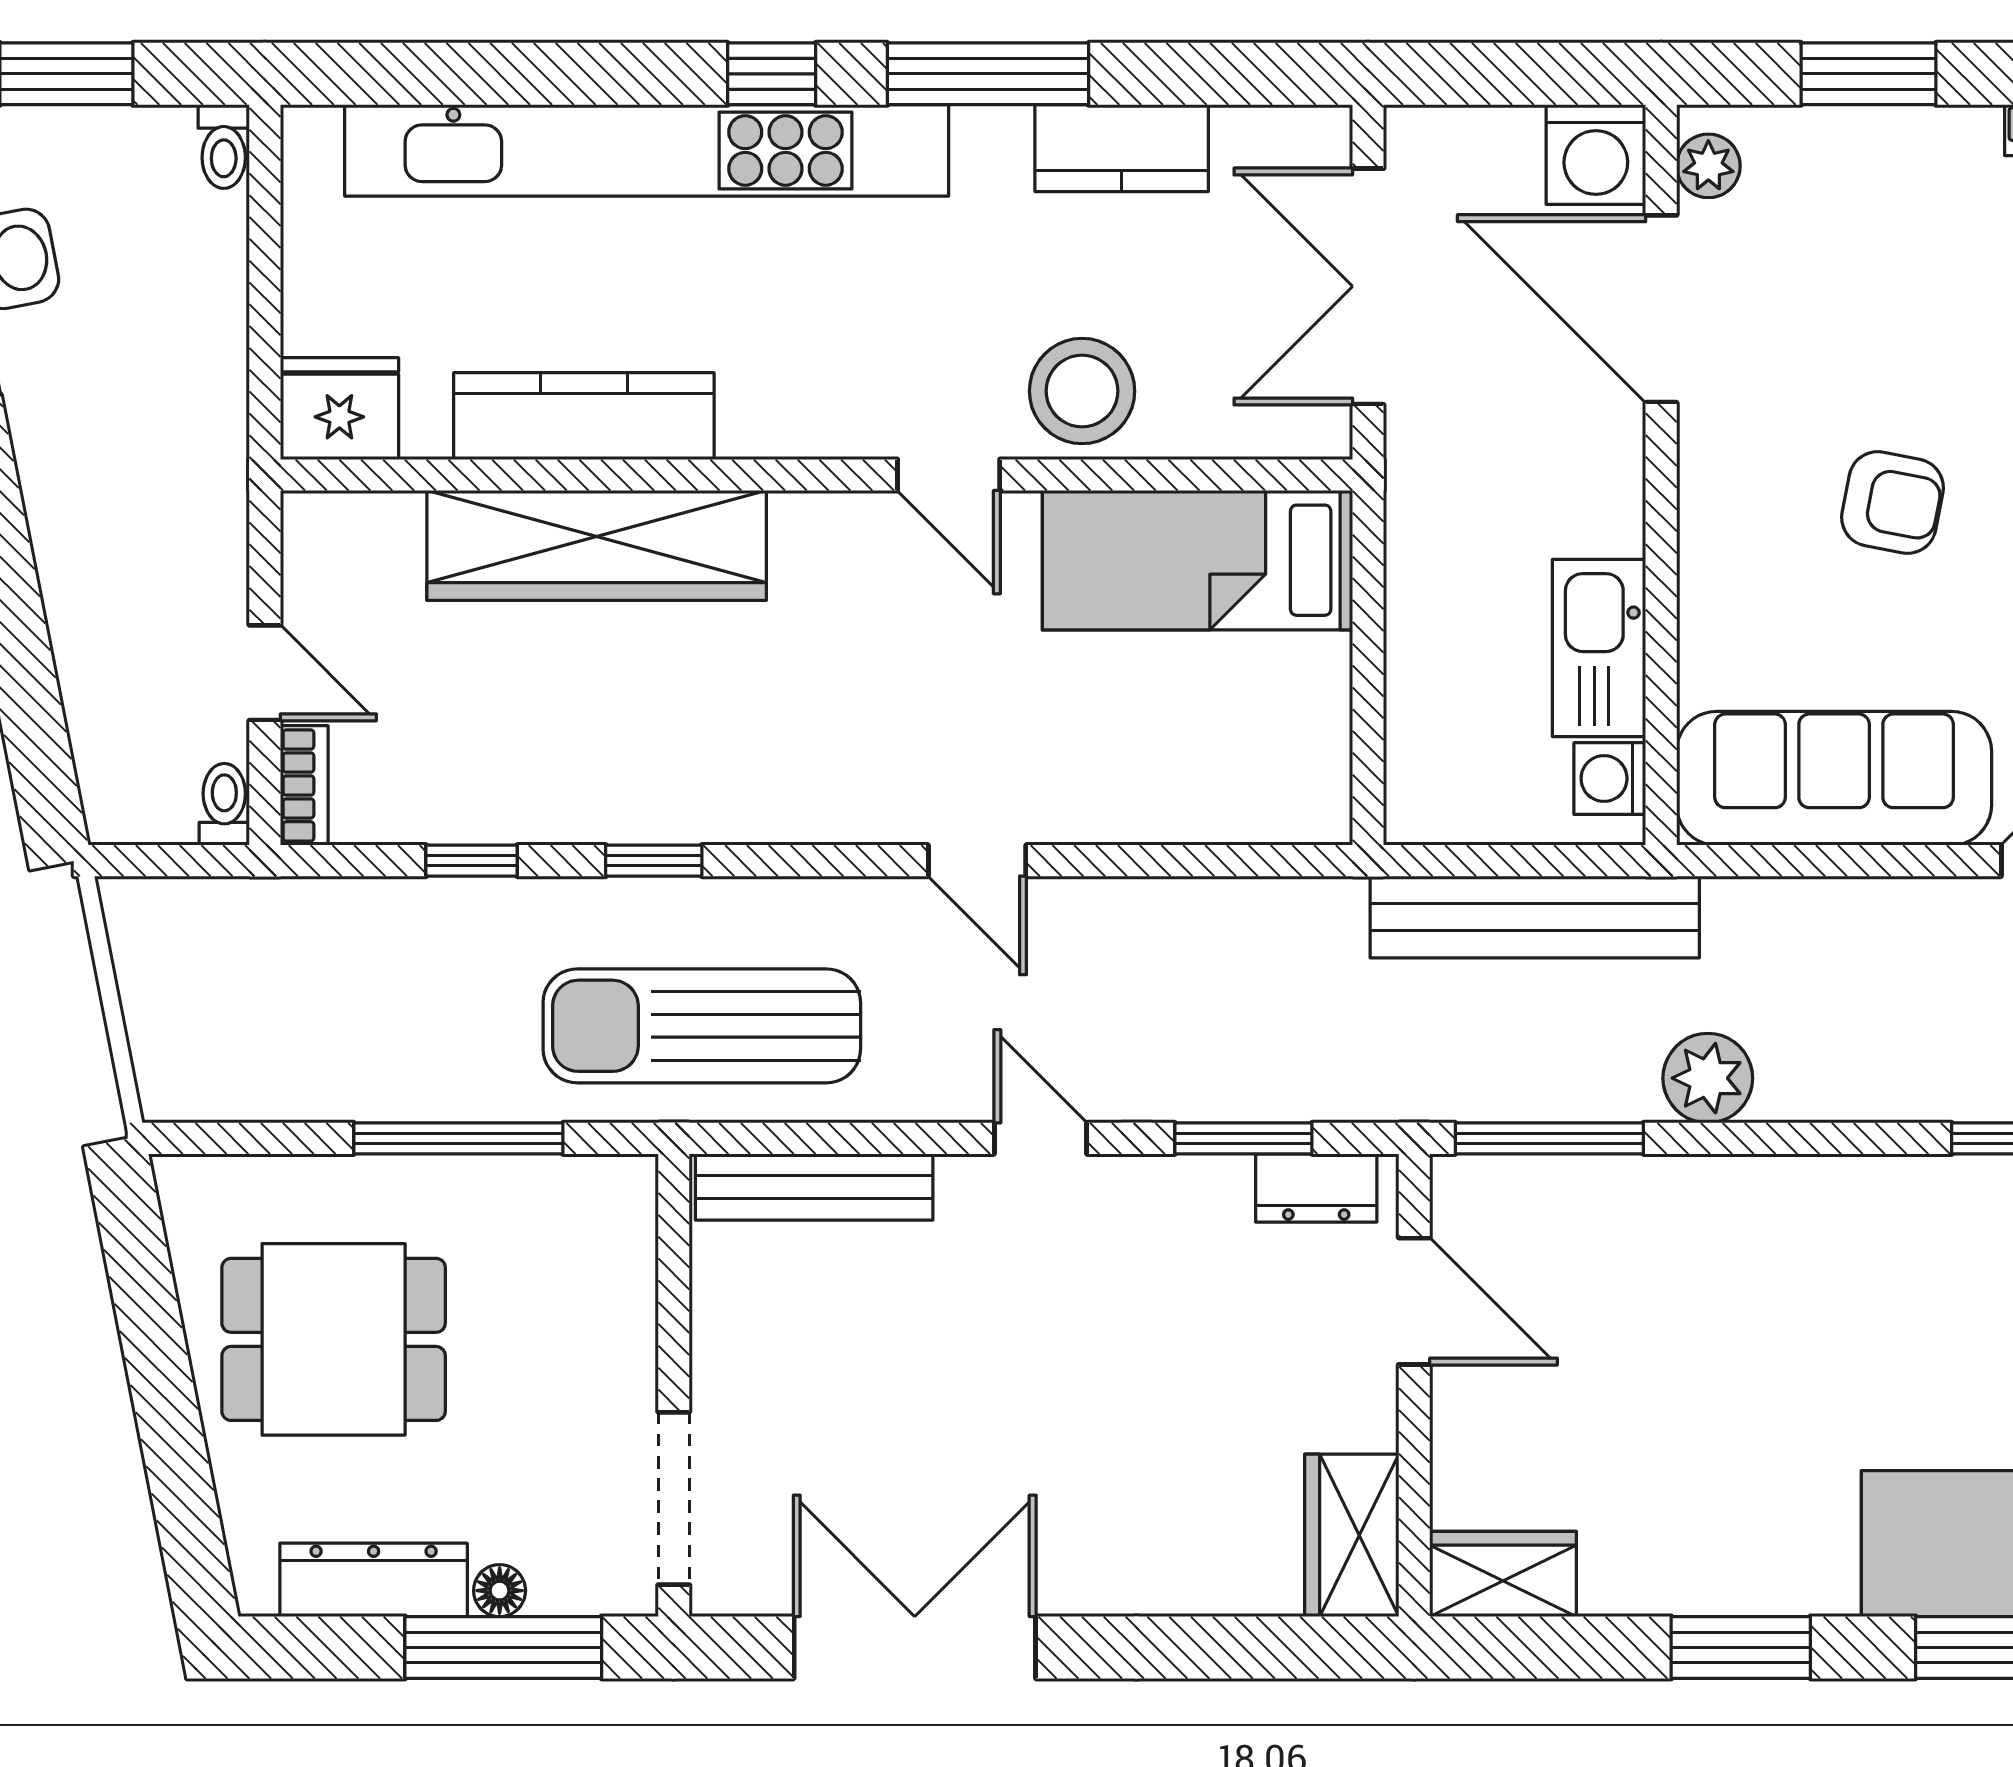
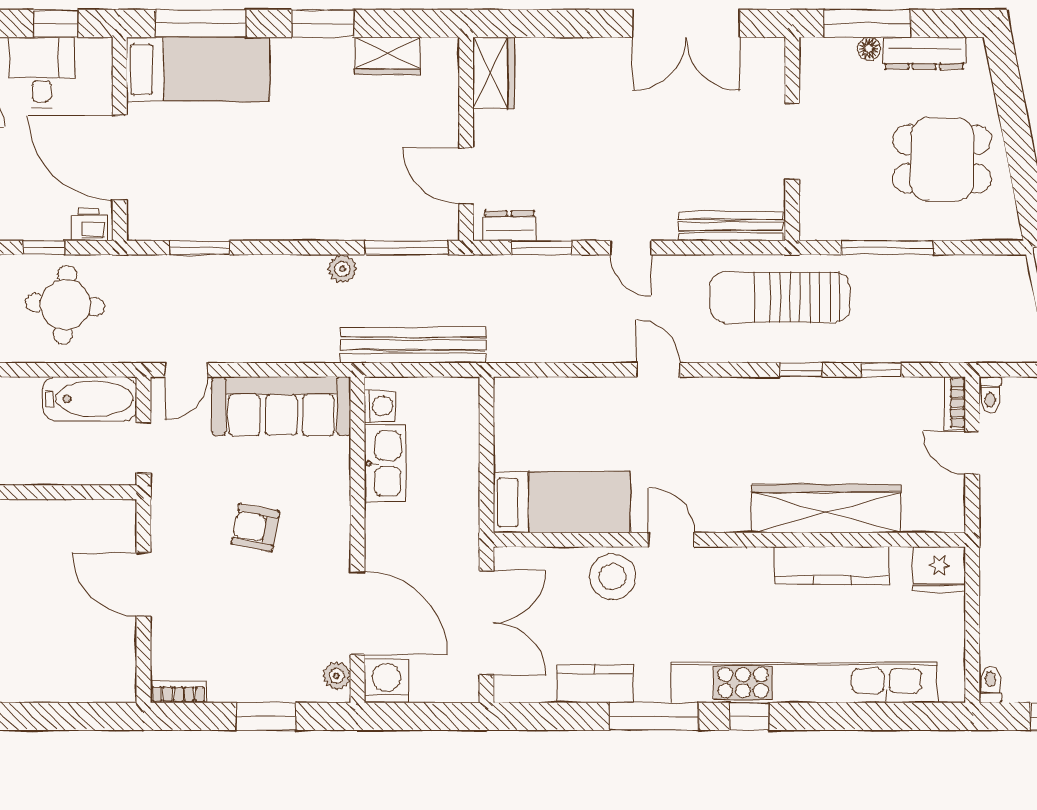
sun lounger: (702, 1026) -> (780, 297), turned 180
plant: (1708, 1078) -> (342, 269), width x0.73, depth x0.73
doorway: (674, 1498) -> (792, 141), moved
wardrobe: (1503, 1574) -> (388, 56), moved

